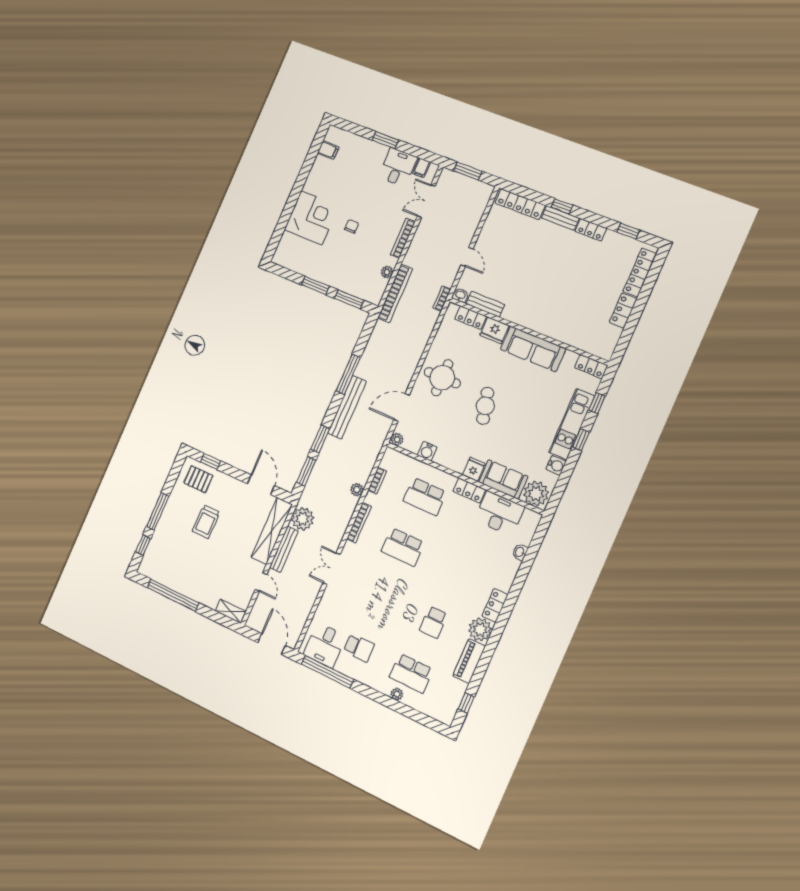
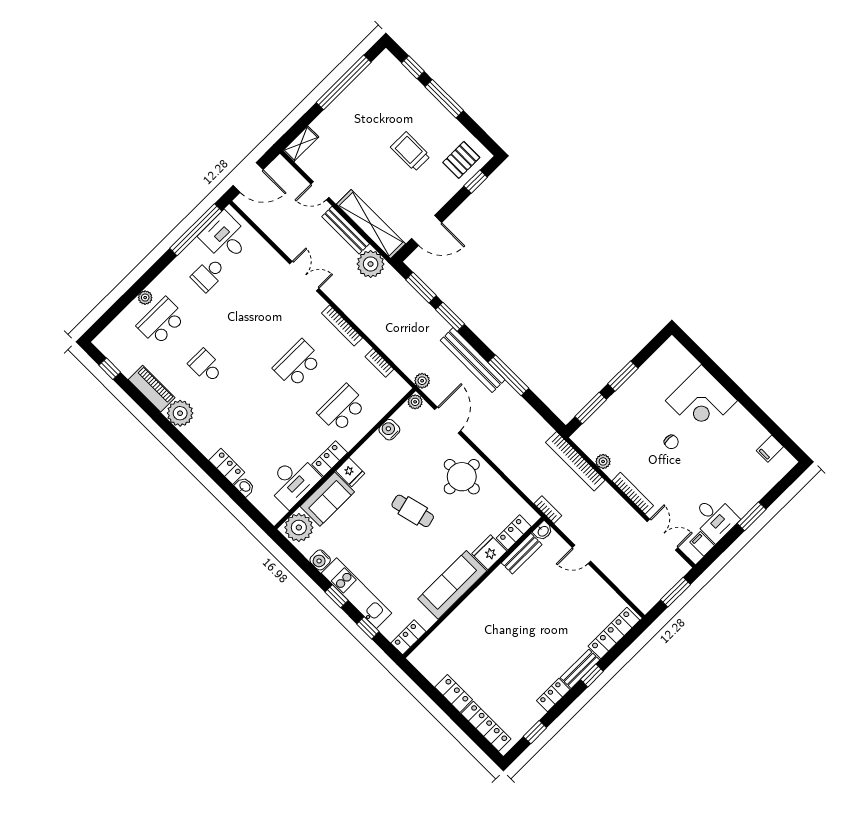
plant: (357, 490) -> (422, 381), moved
locker: (495, 605) -> (227, 466), moved

